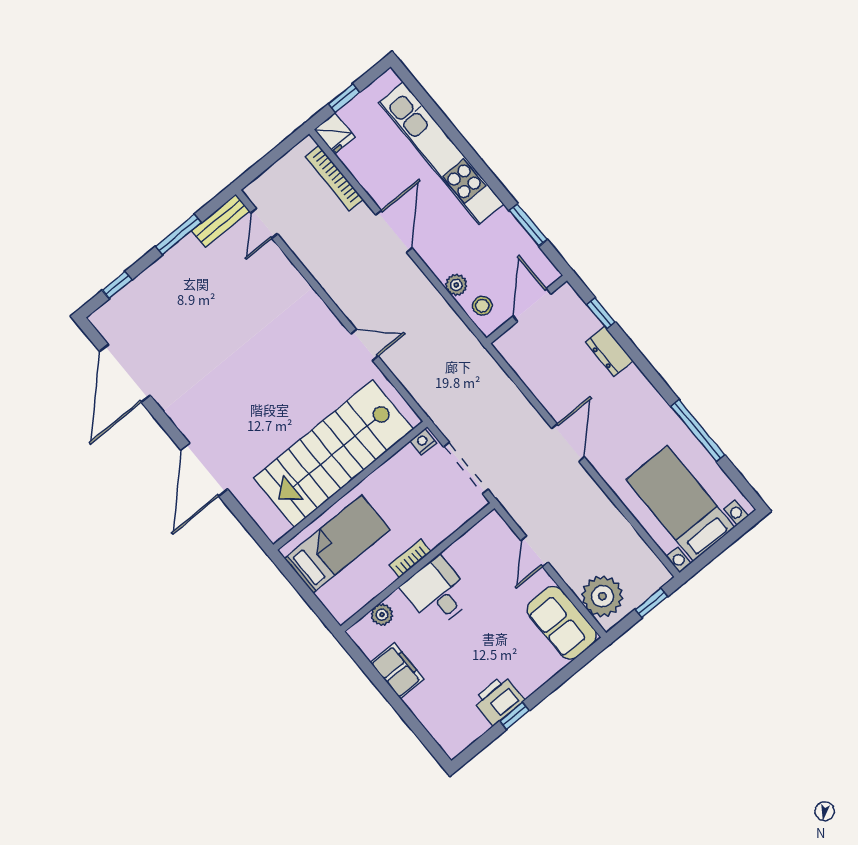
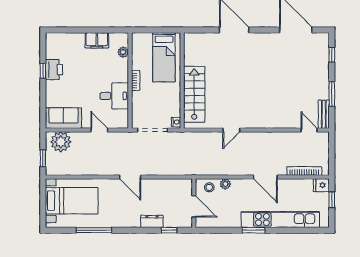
window: (528, 225) -> (254, 230), moved
stairs: (333, 454) -> (194, 94), width x0.73, depth x0.66
desk: (437, 592) -> (114, 96), moved

